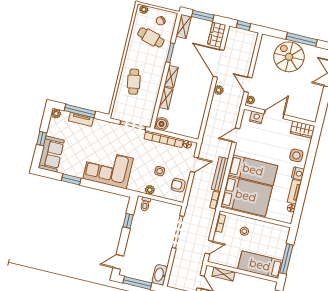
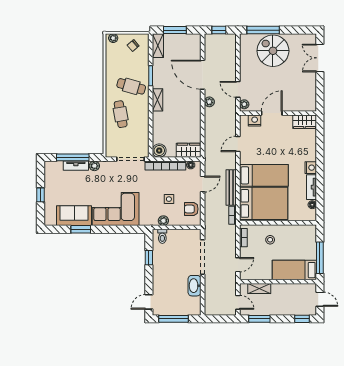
wardrobe: (217, 35) -> (189, 150), moved, turned 90
cafe table: (151, 37) -> (131, 86), moved
window: (302, 40) -> (263, 30), moved
shelving: (166, 98) -> (157, 123), removed
plant: (56, 114) -> (94, 166), moved
sofa: (51, 154) -> (74, 216), moved, turned -90
side table: (296, 155) -> (305, 150), removed
washbasin: (160, 275) -> (194, 286), moved

